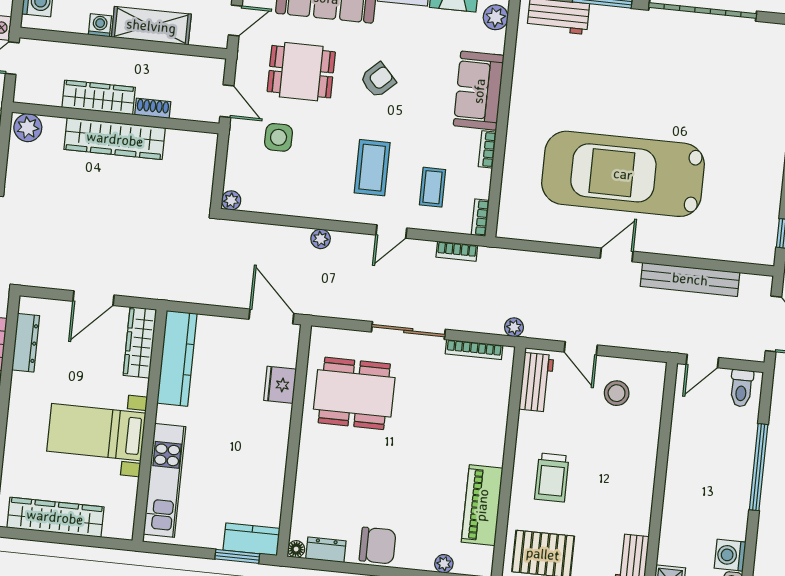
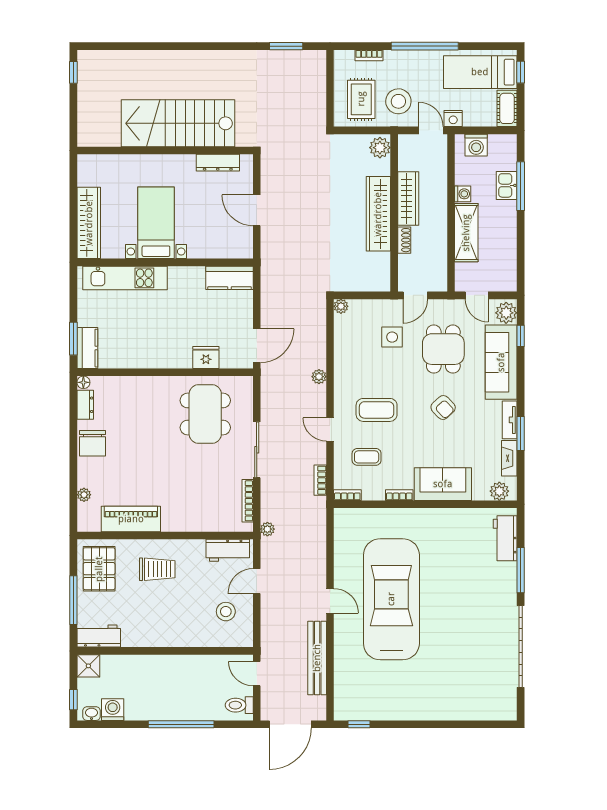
wardrobe: (140, 342) -> (227, 249), removed
kitchen counter: (177, 358) -> (230, 278), width x0.67
trolley: (552, 478) -> (157, 569), turned 180
wardrobe: (55, 517) -> (89, 223), moved

